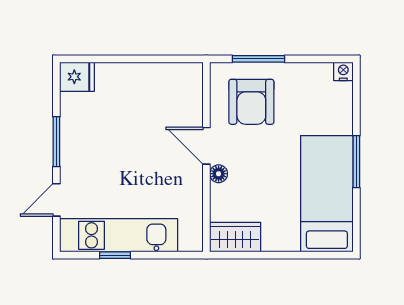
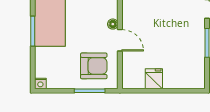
fridge: (77, 77) -> (154, 79), moved, turned 90
armchair: (251, 102) -> (94, 66), turned 90

